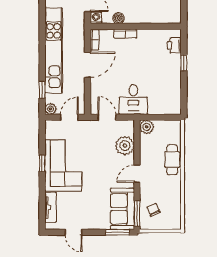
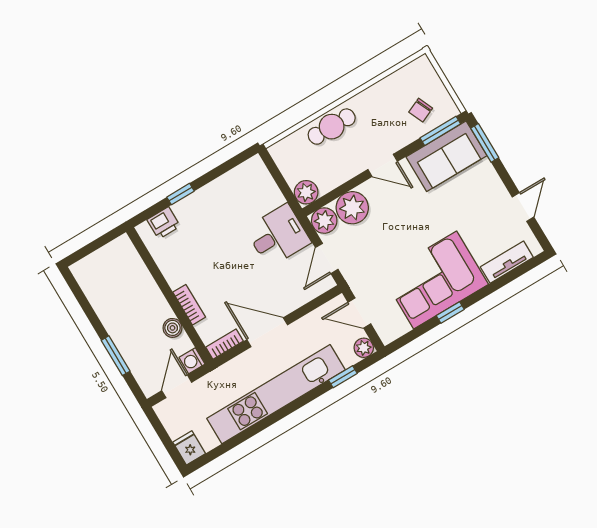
plant: (127, 127) -> (324, 221), added

